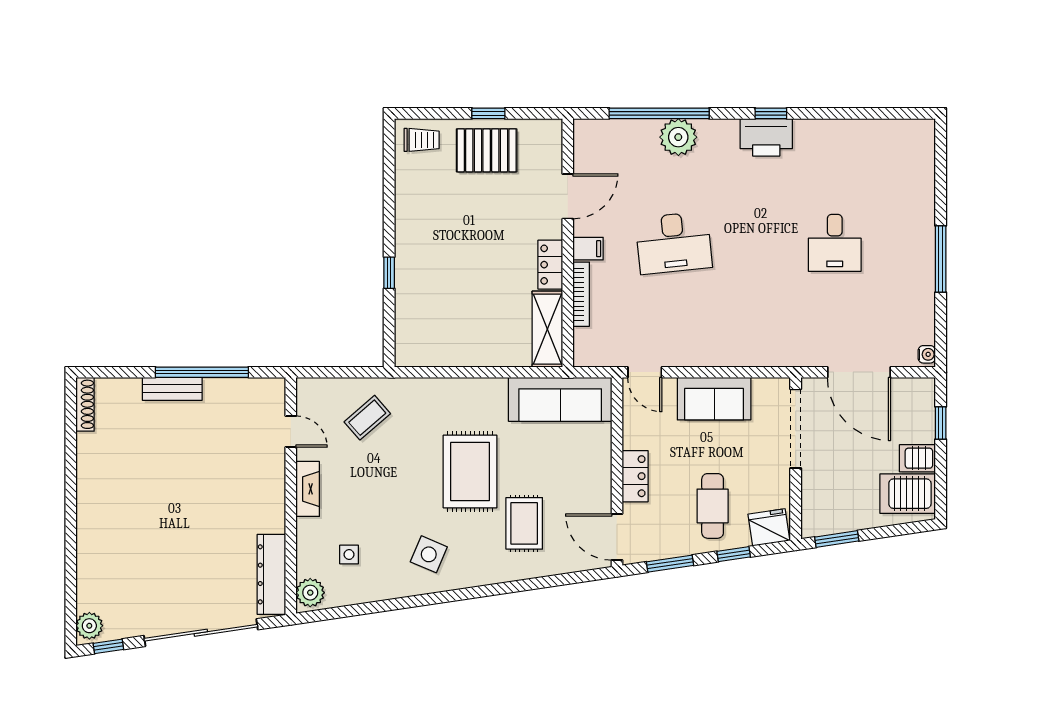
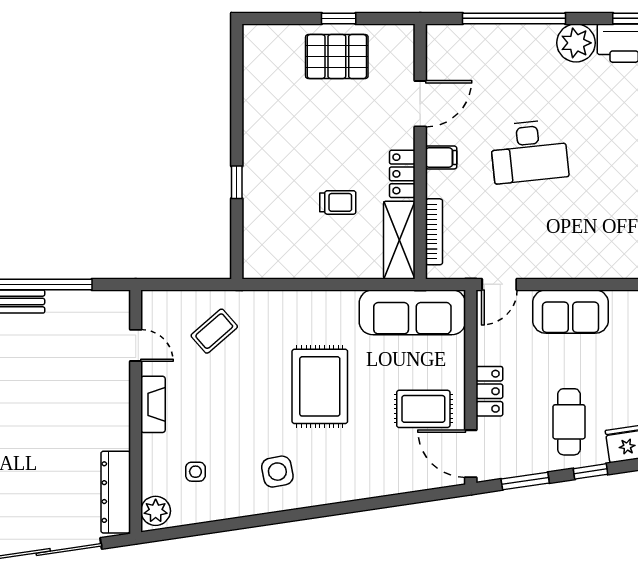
plant: (678, 137) -> (576, 43), moved
trolley: (422, 140) -> (338, 202), moved
bookcase: (581, 294) -> (434, 232), moved
door: (645, 372) -> (499, 284), hinge flipped
rug: (524, 523) -> (423, 409), moved, turned 90
side table: (429, 554) -> (277, 472), turned -34

